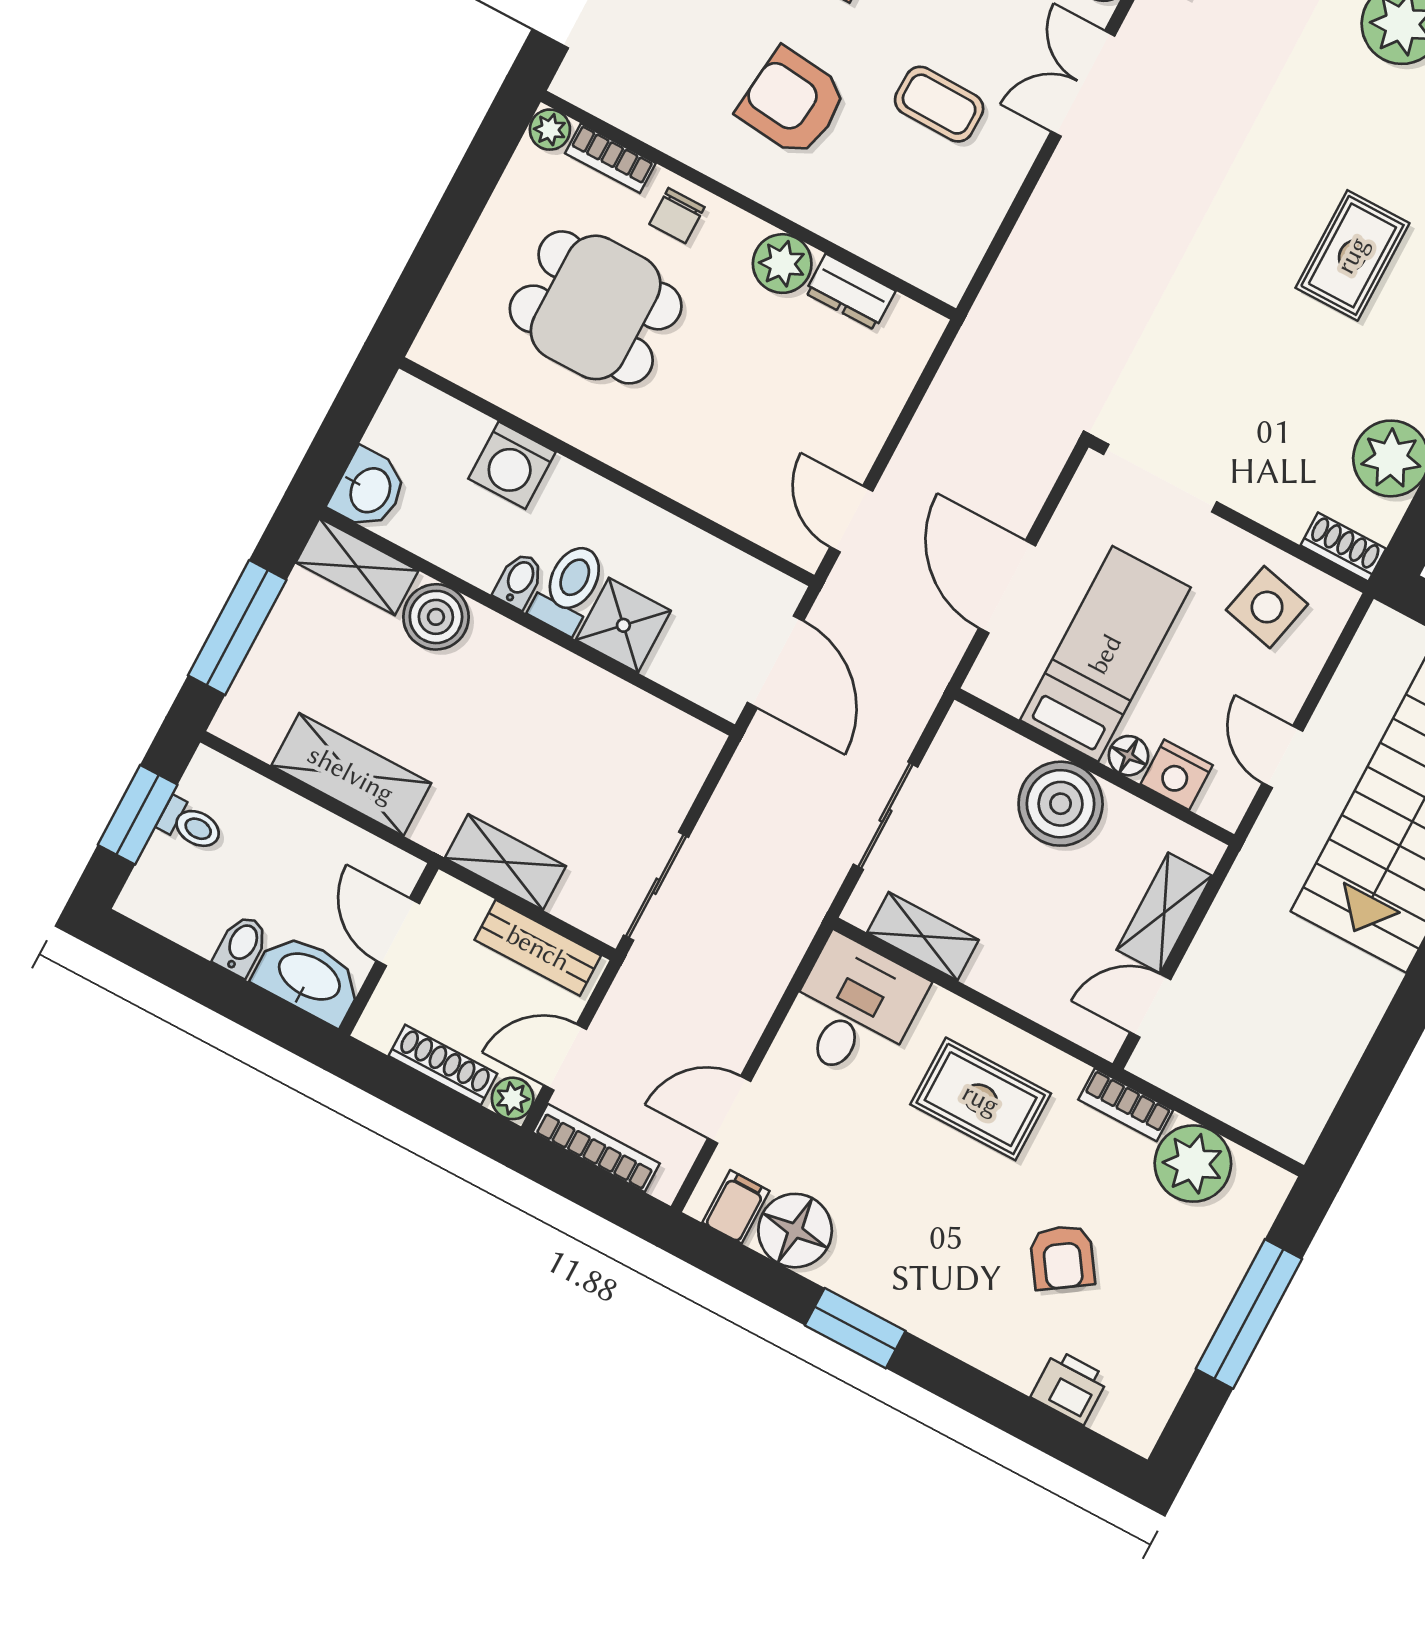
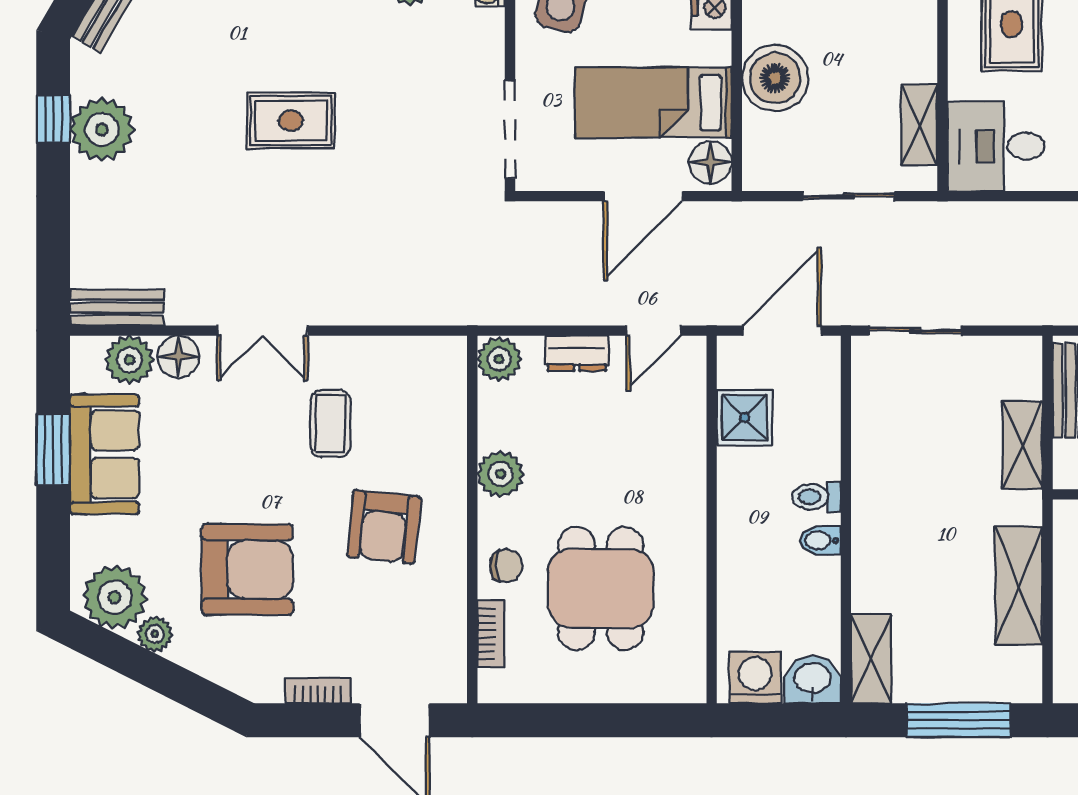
plant: (550, 130) -> (499, 359), moved, width x1.38, depth x1.38
rug: (1352, 255) -> (291, 121), moved
dresser: (850, 292) -> (577, 353), moved, turned 90
washing machine: (512, 465) -> (755, 678), moved, turned -90
toilet: (569, 588) -> (816, 497), width x0.73, depth x0.72
boiler: (436, 617) -> (877, 585), removed
shower: (623, 625) -> (745, 418), moved
floor lamp: (1128, 756) -> (710, 162), moved, width x1.37, depth x1.37
sliding door: (656, 886) -> (915, 331), moved

